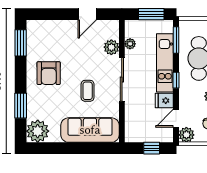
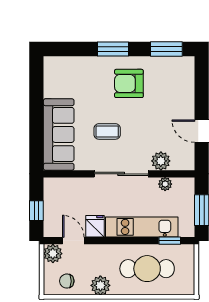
window: (176, 40) -> (170, 241), width x0.67
window: (176, 80) -> (120, 241), removed
window: (21, 106) -> (113, 49), moved
plant: (38, 131) -> (57, 70), removed

